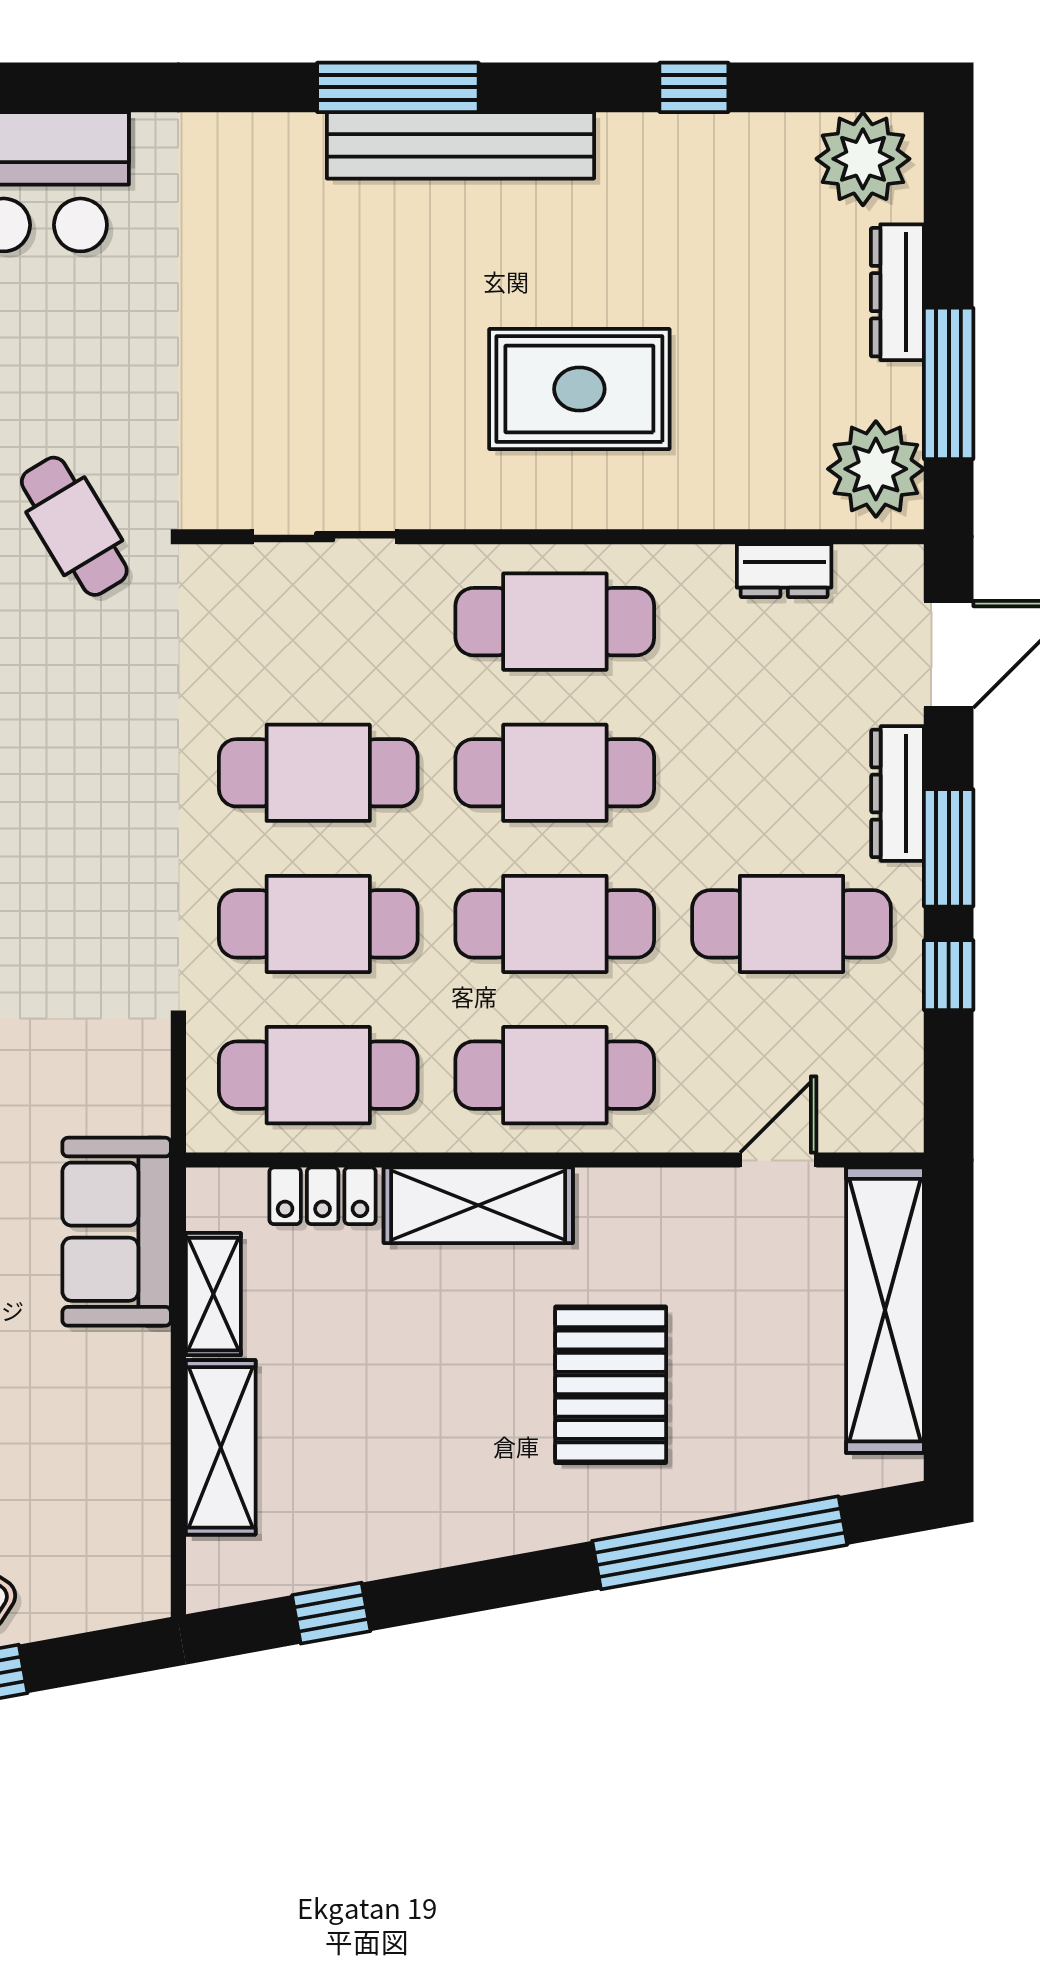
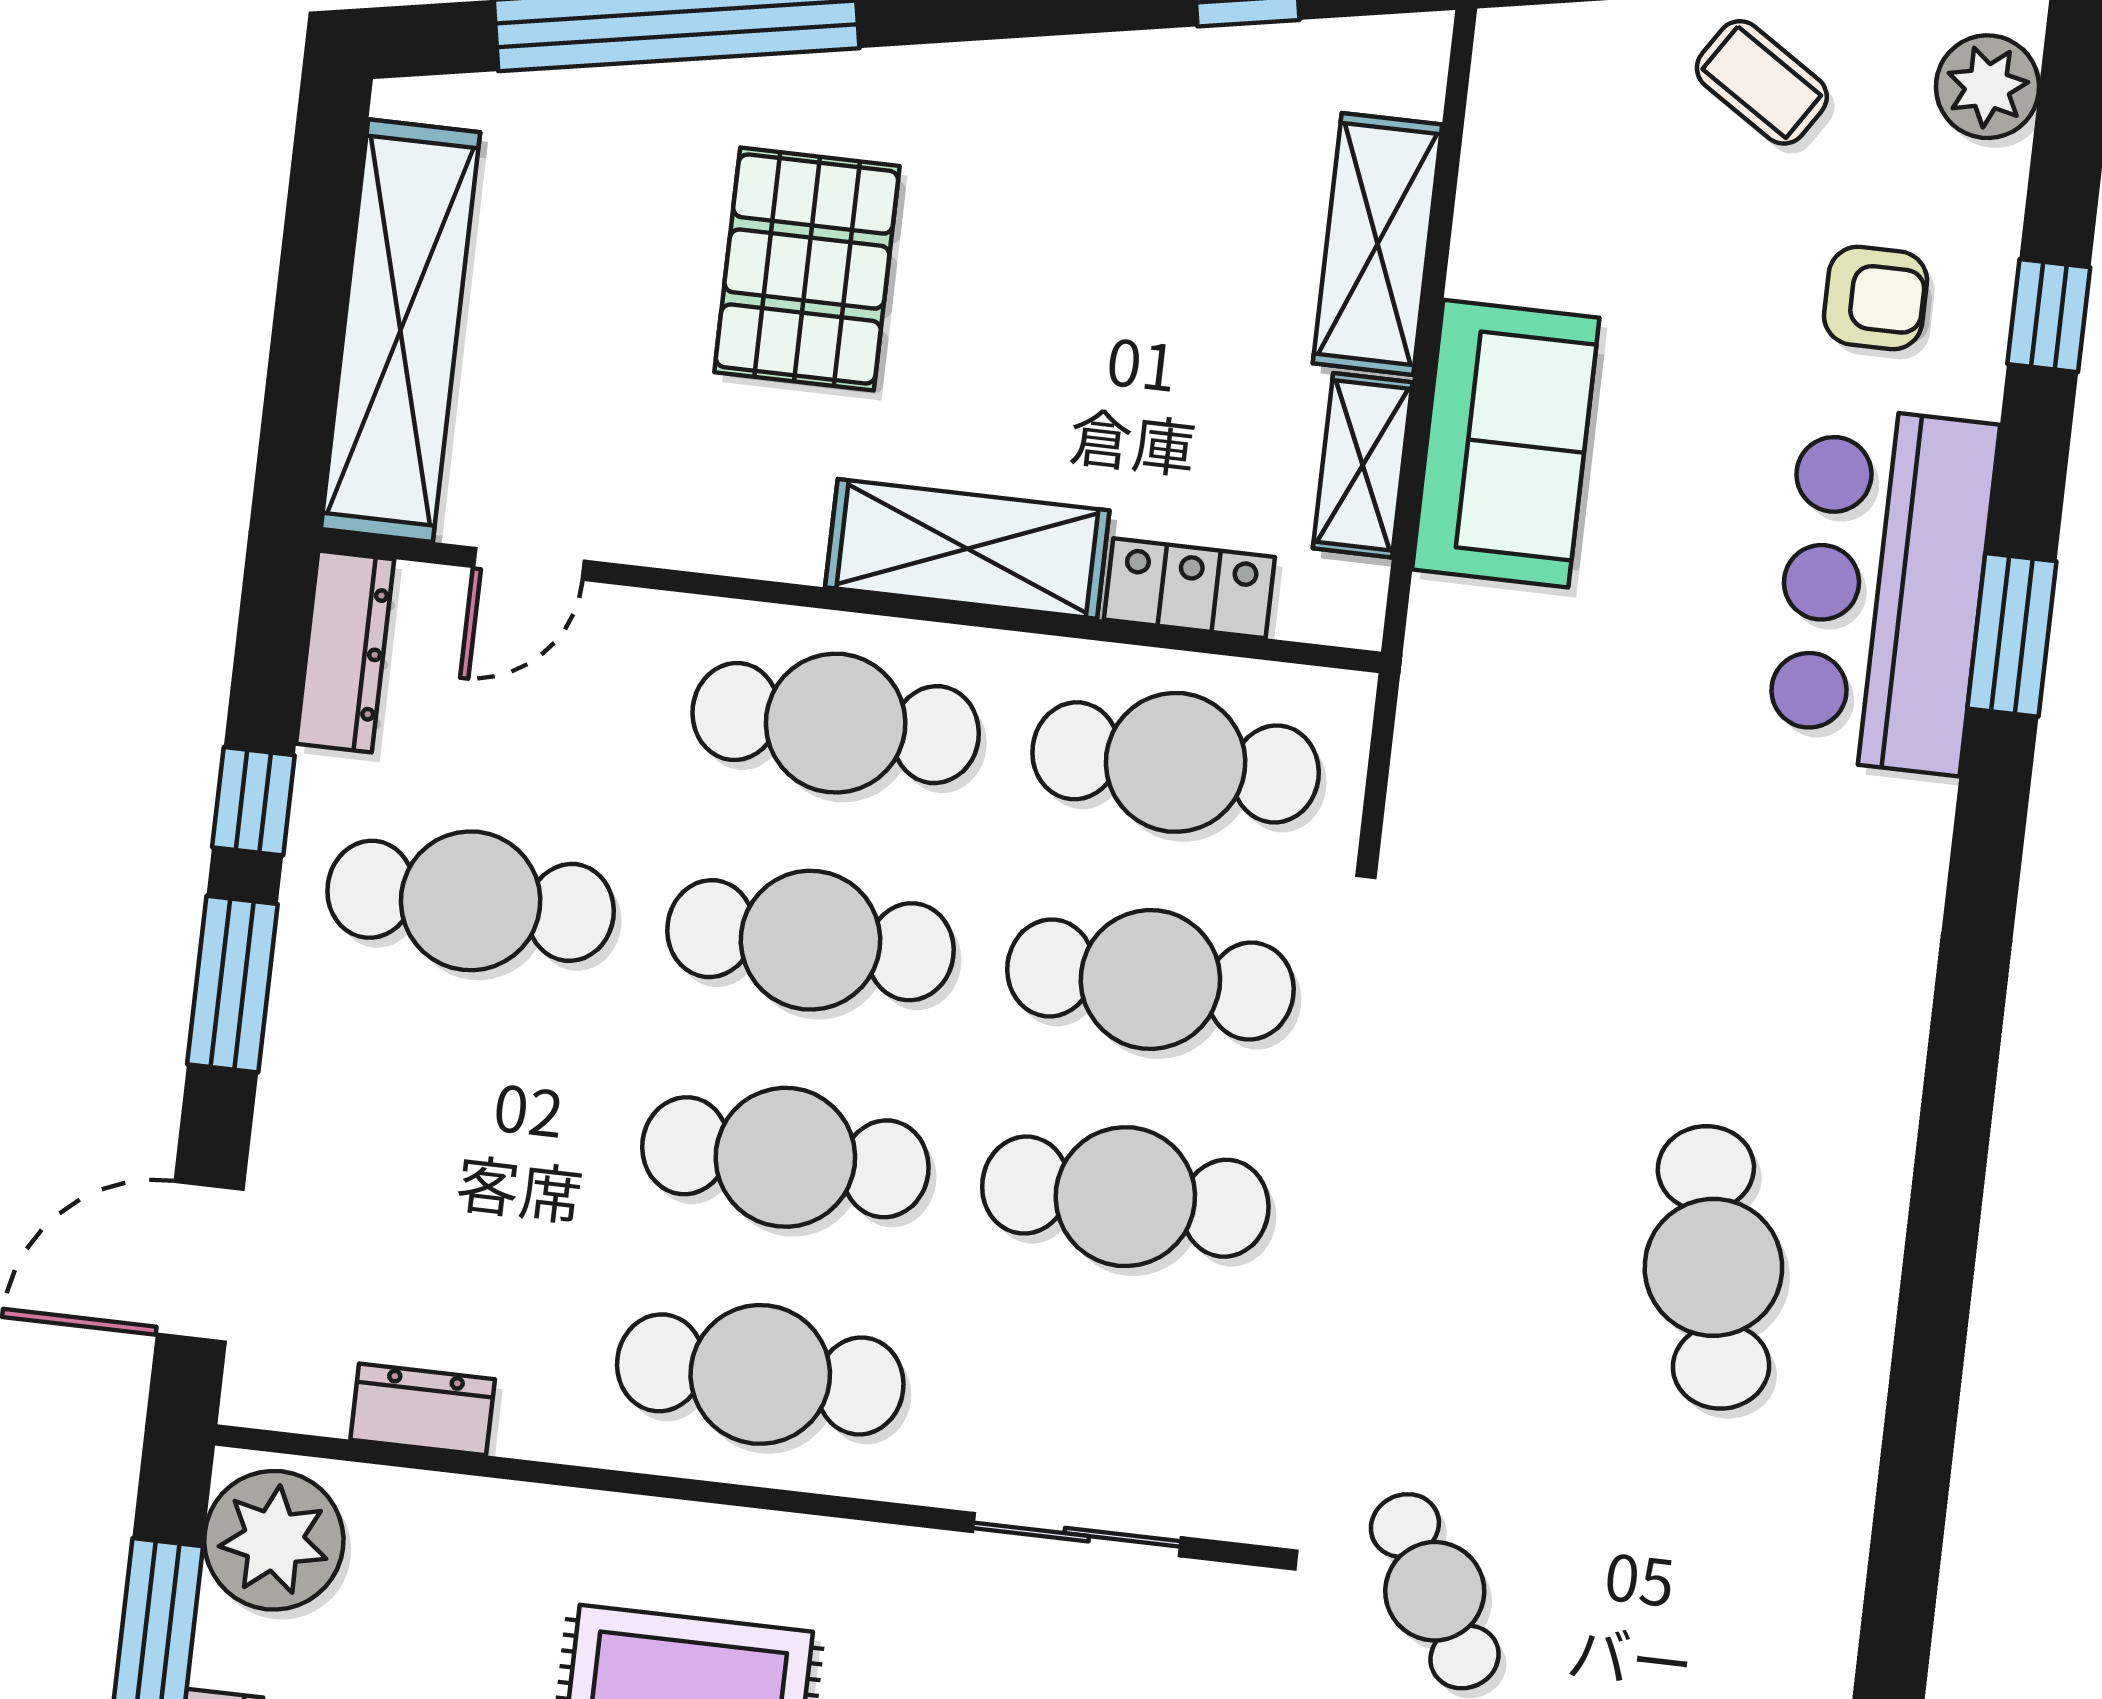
dresser: (898, 793) -> (345, 651), moved
sofa: (117, 1232) -> (1506, 444), moved

